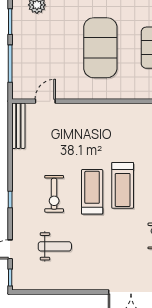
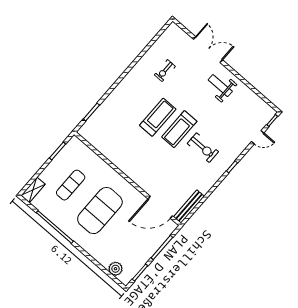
door: (45, 101) -> (160, 207), width x1.87
exercise bike: (54, 194) -> (203, 148), turned 90
weight bench: (55, 246) -> (220, 86), moved

